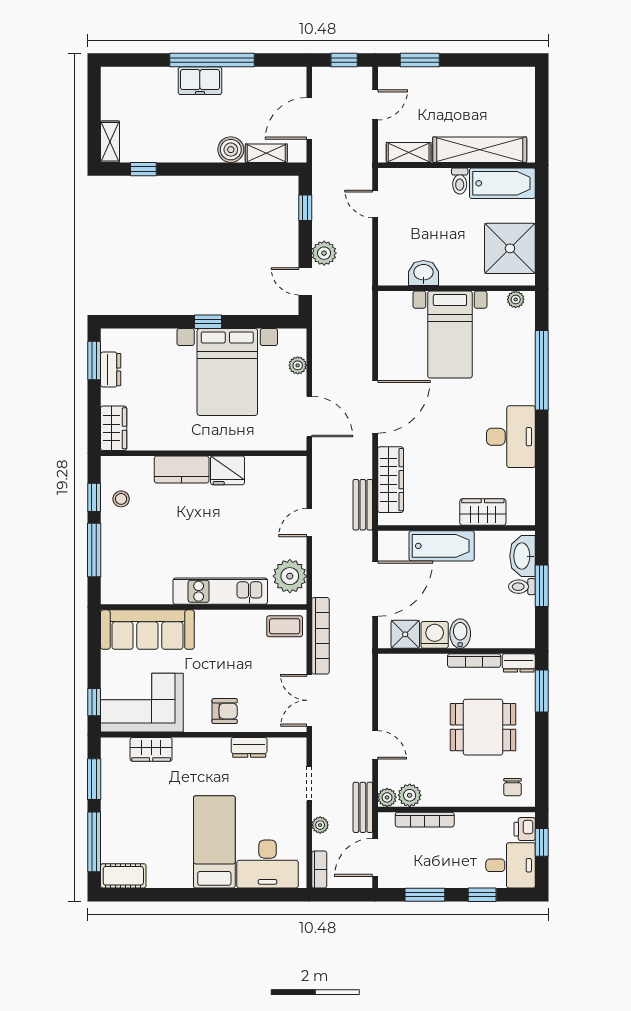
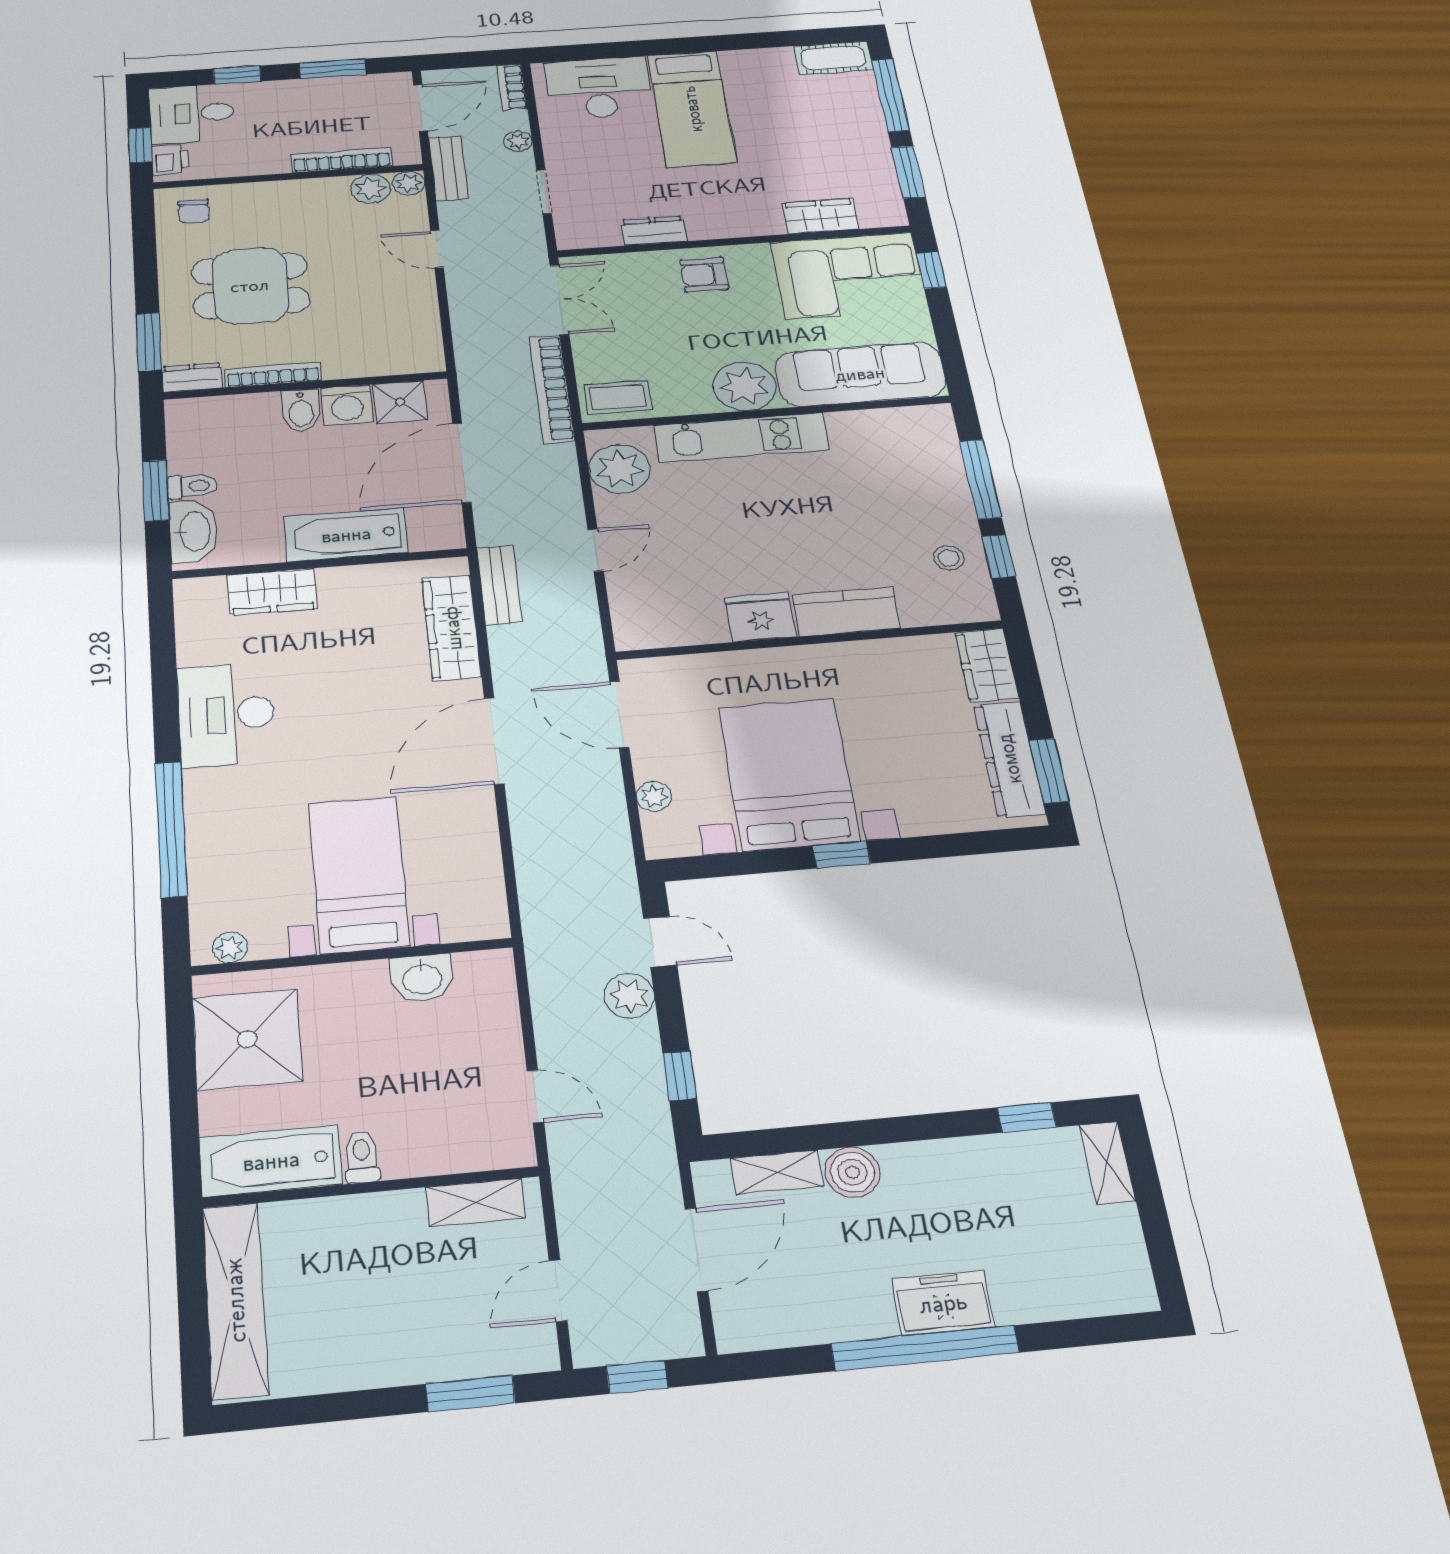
shelving: (480, 150) -> (235, 1300), moved, turned 90
dresser: (111, 370) -> (1009, 759), width x1.96, depth x1.24
plant: (213, 627) -> (744, 386), added
chair: (513, 787) -> (194, 211), turned 180

